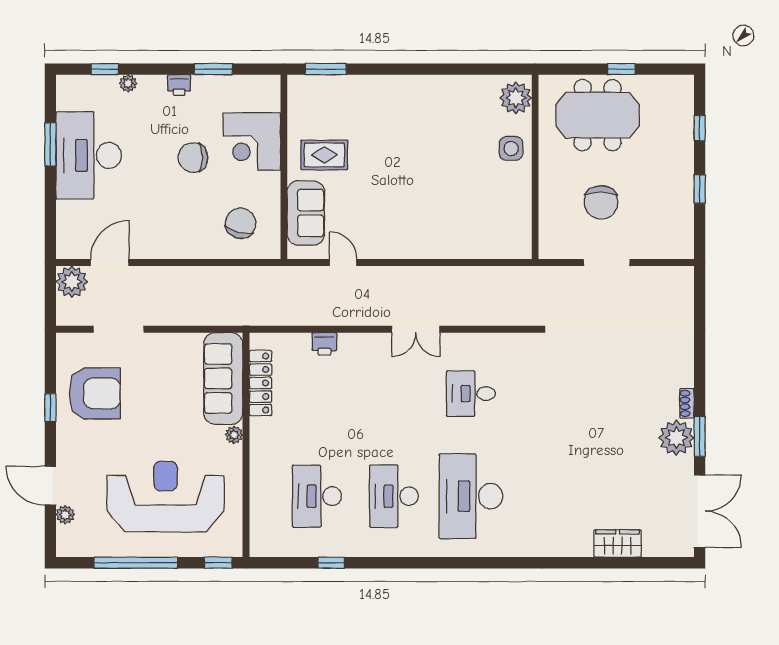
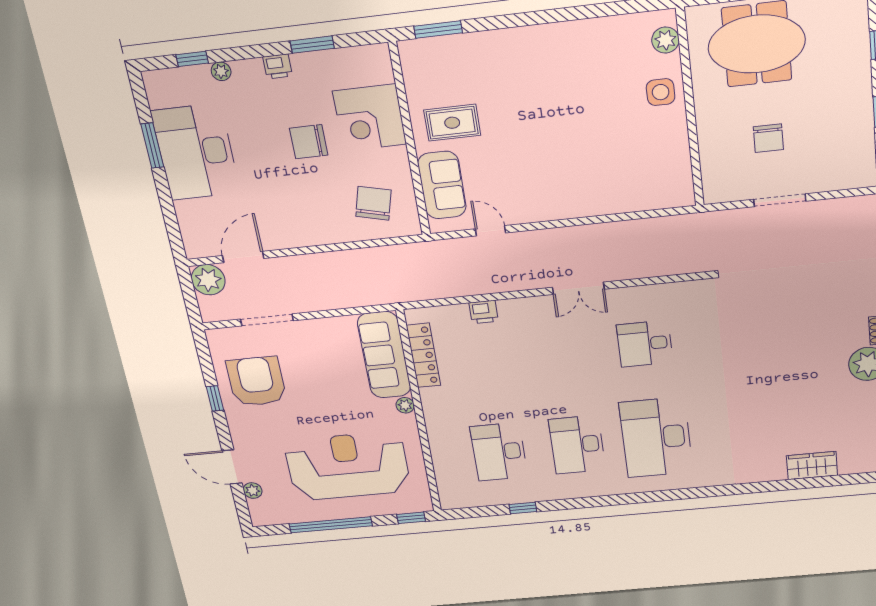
plant: (516, 98) -> (665, 40), width x0.73, depth x0.73
chair: (601, 202) -> (768, 138), width x0.73, depth x0.73
armchair: (95, 393) -> (256, 381), turned -90

